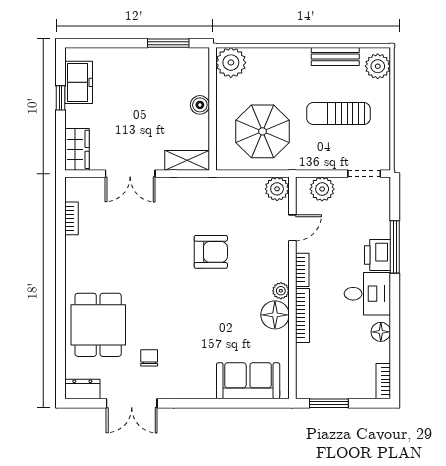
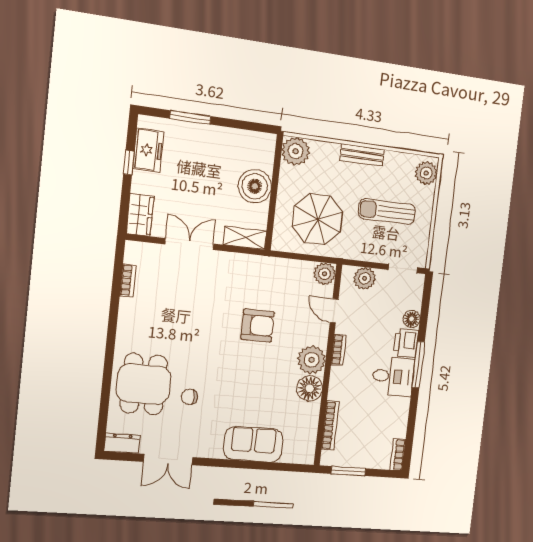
window: (168, 43) -> (190, 117), moved
bench: (335, 57) -> (362, 155), moved
boiler: (200, 105) -> (255, 186), width x1.86, depth x1.86
double door: (130, 174) -> (189, 244), swing flipped
door: (292, 228) -> (334, 311), swing flipped
window: (395, 247) -> (418, 365), moved
plant: (281, 291) -> (312, 360), width x1.87, depth x1.87
bookcase: (303, 316) -> (330, 425), moved
floor lamp: (381, 332) -> (412, 319), moved
chair: (149, 358) -> (189, 397), moved, turned -90
sofa: (248, 381) -> (253, 444), moved

